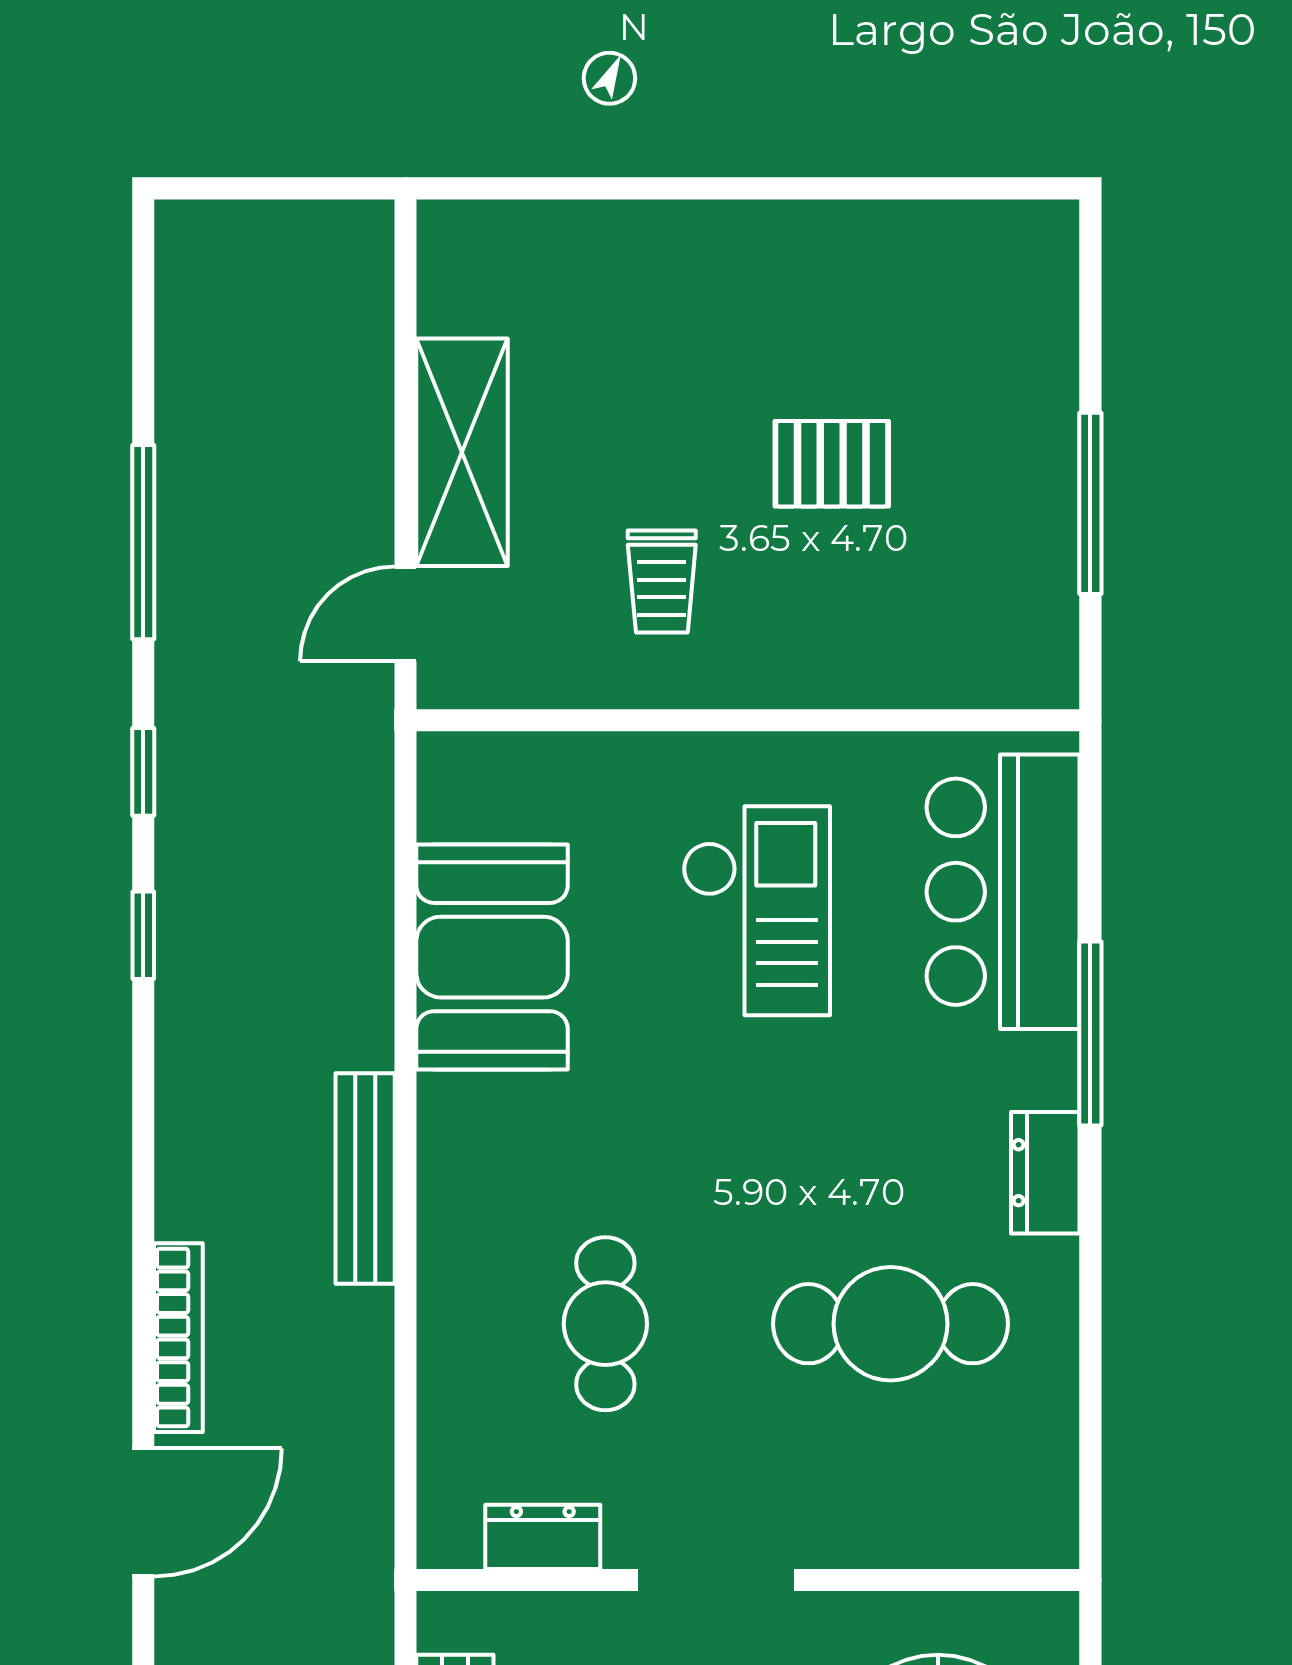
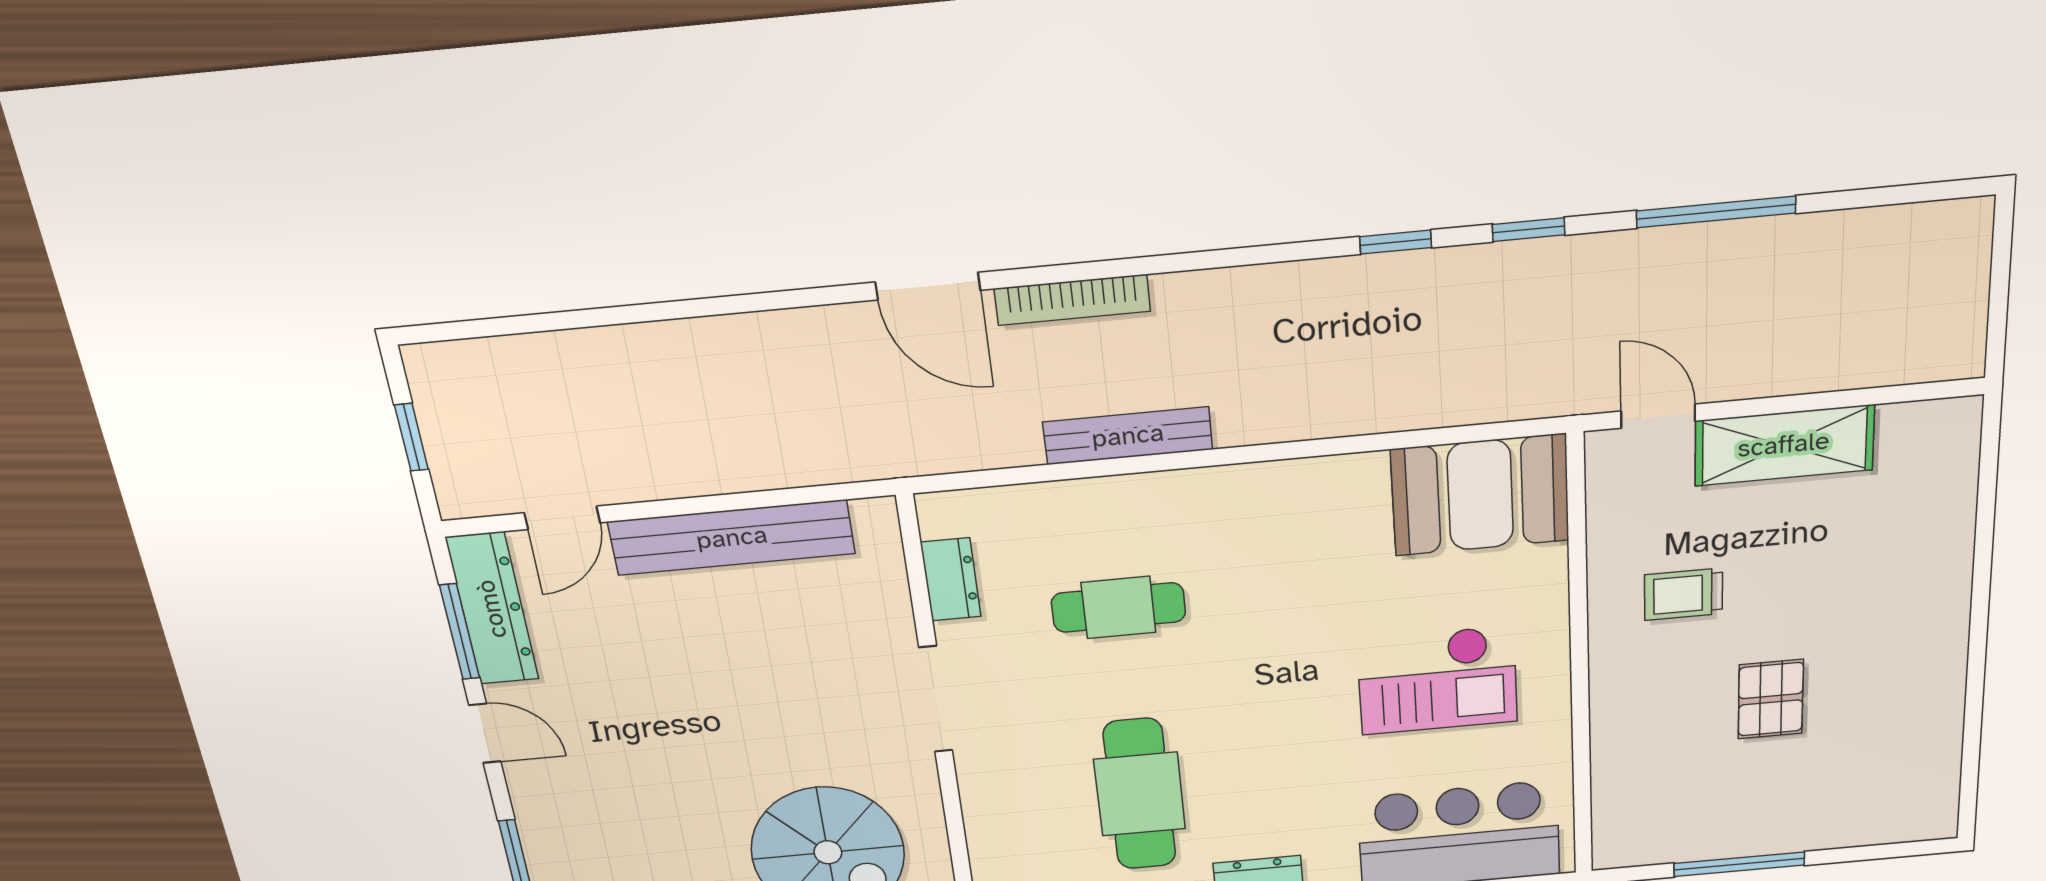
booth: (492, 957) -> (1480, 495), moved
bench: (365, 1179) -> (1128, 436), moved

